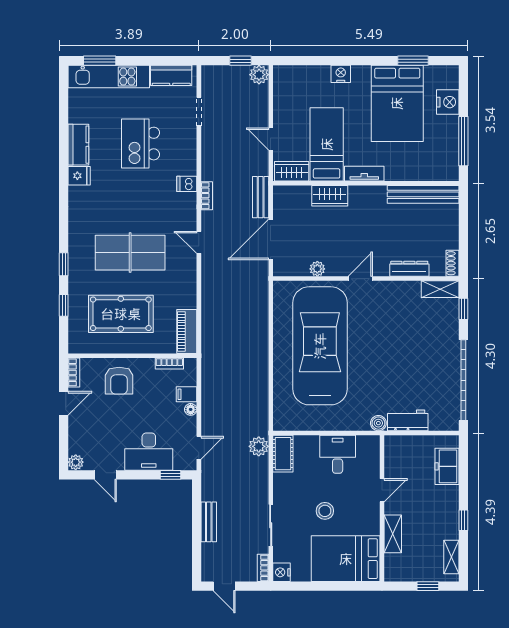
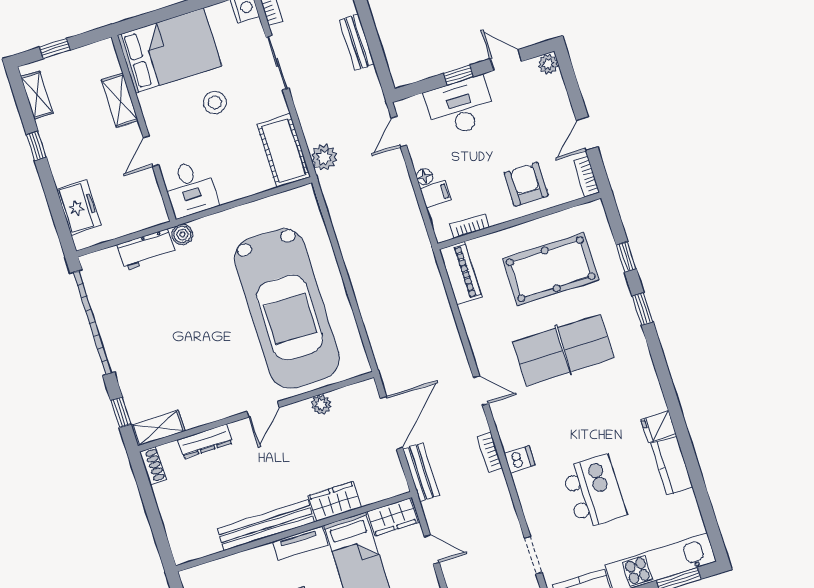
bench: (423, 194) -> (266, 525), moved
cot: (283, 454) -> (284, 151), width x1.37, depth x1.34
desk: (338, 454) -> (190, 189), moved
window: (170, 475) -> (459, 75), moved

